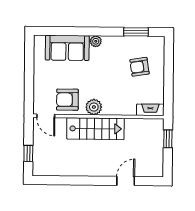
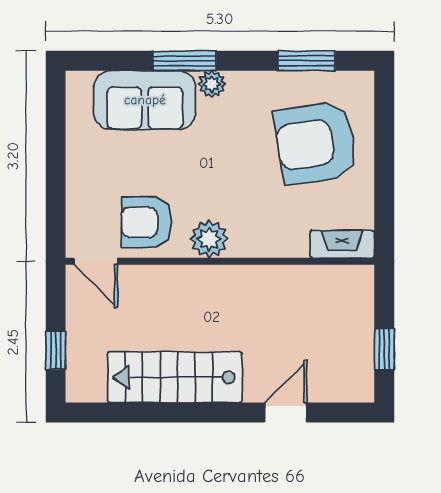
window: (84, 31) -> (185, 61), added
armchair: (139, 67) -> (316, 143), width x1.88, depth x1.88
stairs: (95, 129) -> (175, 377), moved, turned 180
window: (168, 139) -> (384, 349), moved

